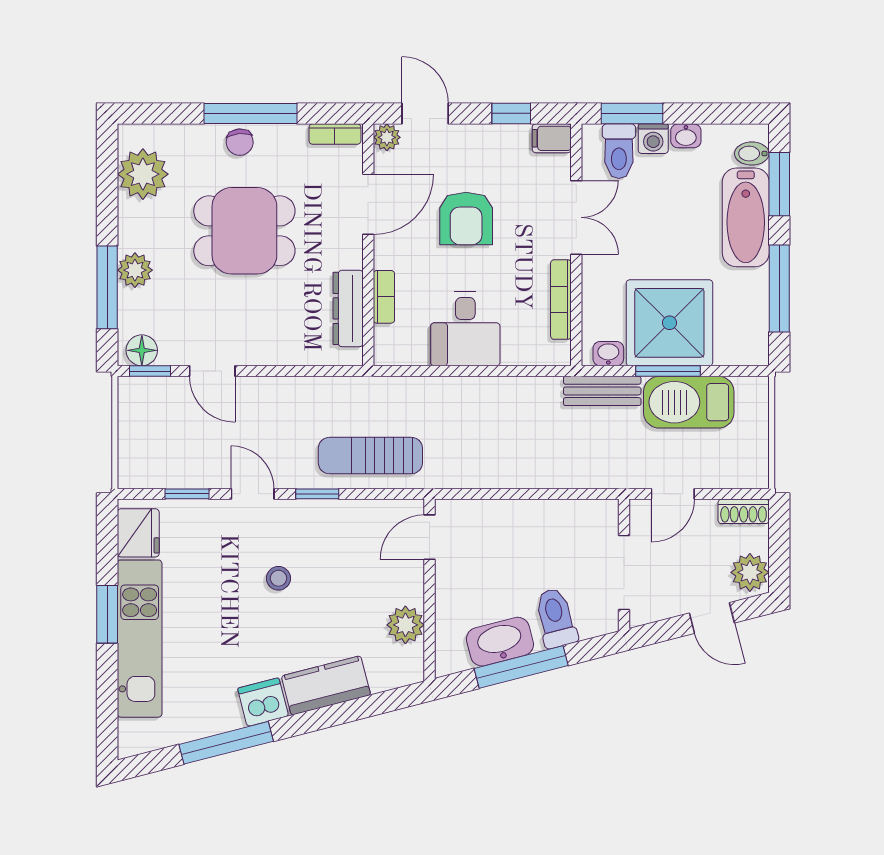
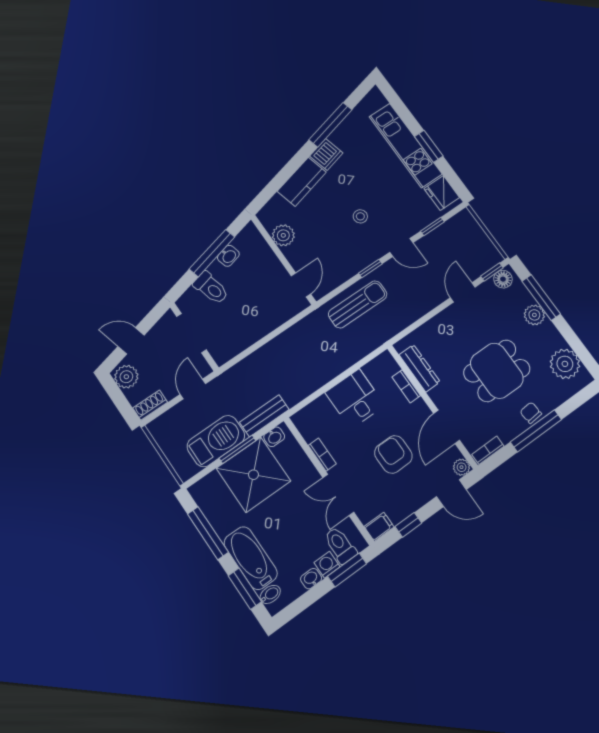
bookcase: (561, 300) -> (322, 455), width x0.64
door: (212, 371) -> (463, 292), hinge flipped
washbasin: (500, 642) -> (228, 256), width x0.52, depth x0.69

